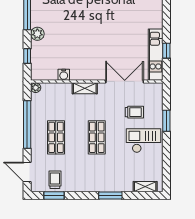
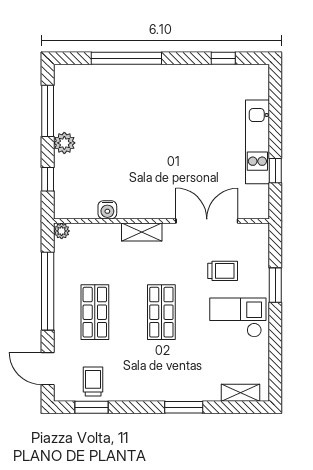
kitchen unit: (156, 55) -> (257, 142), moved

